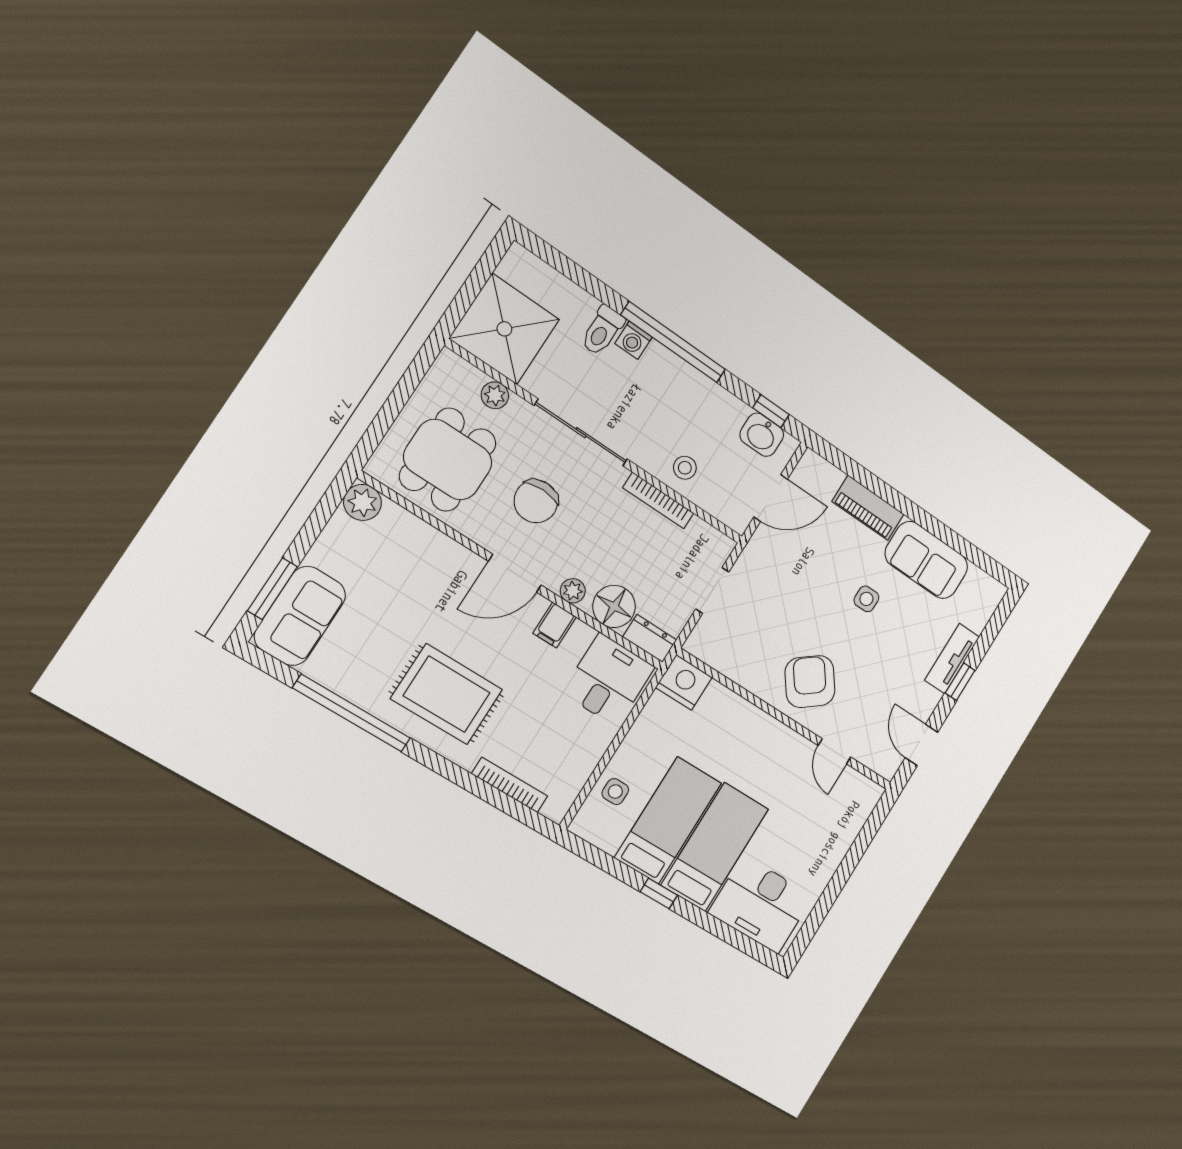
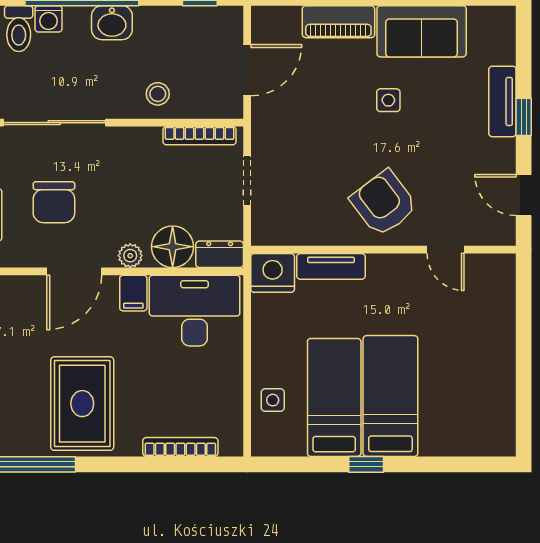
washbasin: (762, 435) -> (112, 23), moved
bookcase: (658, 501) -> (200, 136), moved
desk: (608, 680) -> (195, 311), width x1.37
rug: (447, 694) -> (82, 404), turned 90
tv unit: (735, 707) -> (331, 266), added
desk: (761, 904) -> (465, 422), removed

